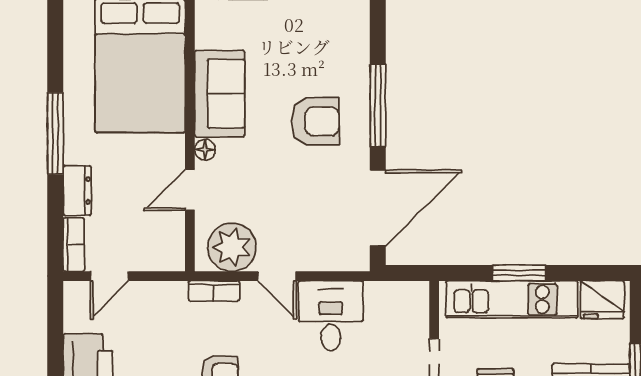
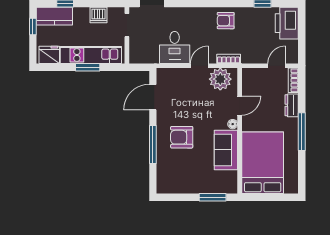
door: (378, 208) -> (153, 97), width x0.73
door: (277, 276) -> (199, 66), hinge flipped

